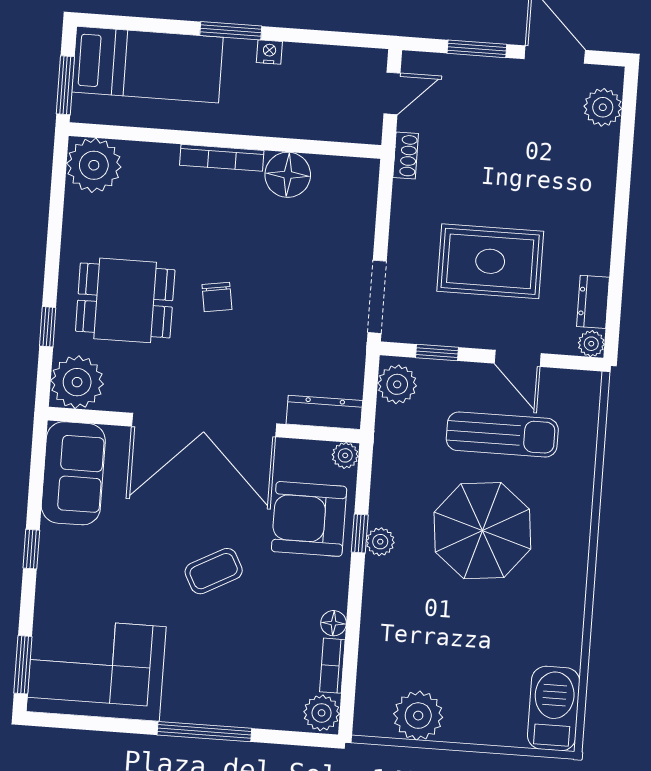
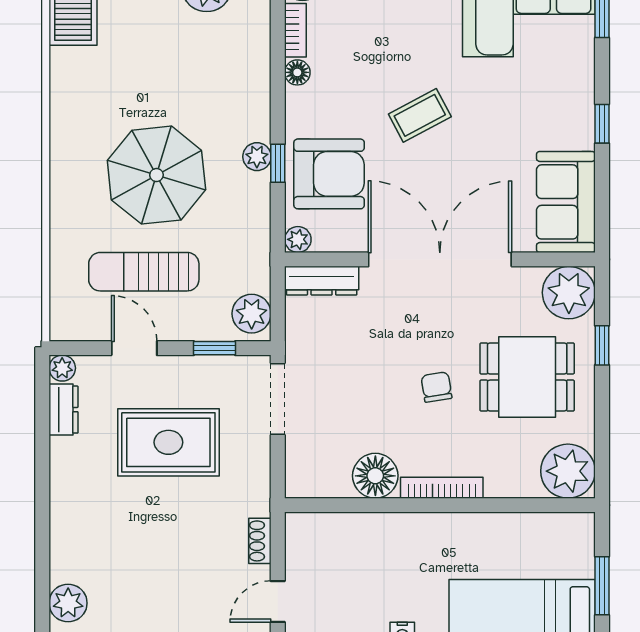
wall: (225, 141) -> (440, 505), moved
bookcase: (222, 158) -> (442, 488), moved
plant: (94, 165) -> (568, 471), moved
floor lamp: (288, 175) -> (375, 476), moved

